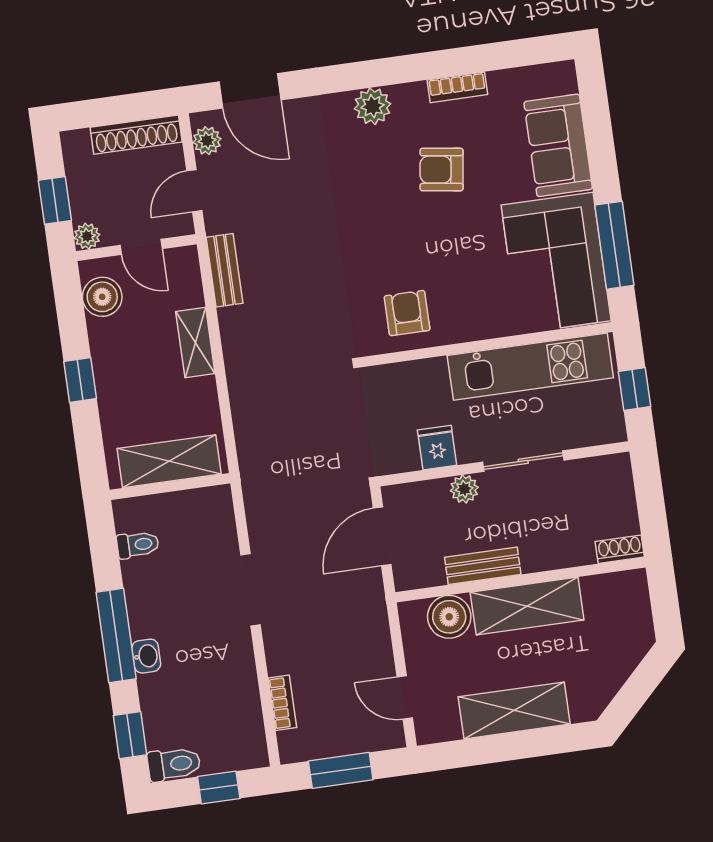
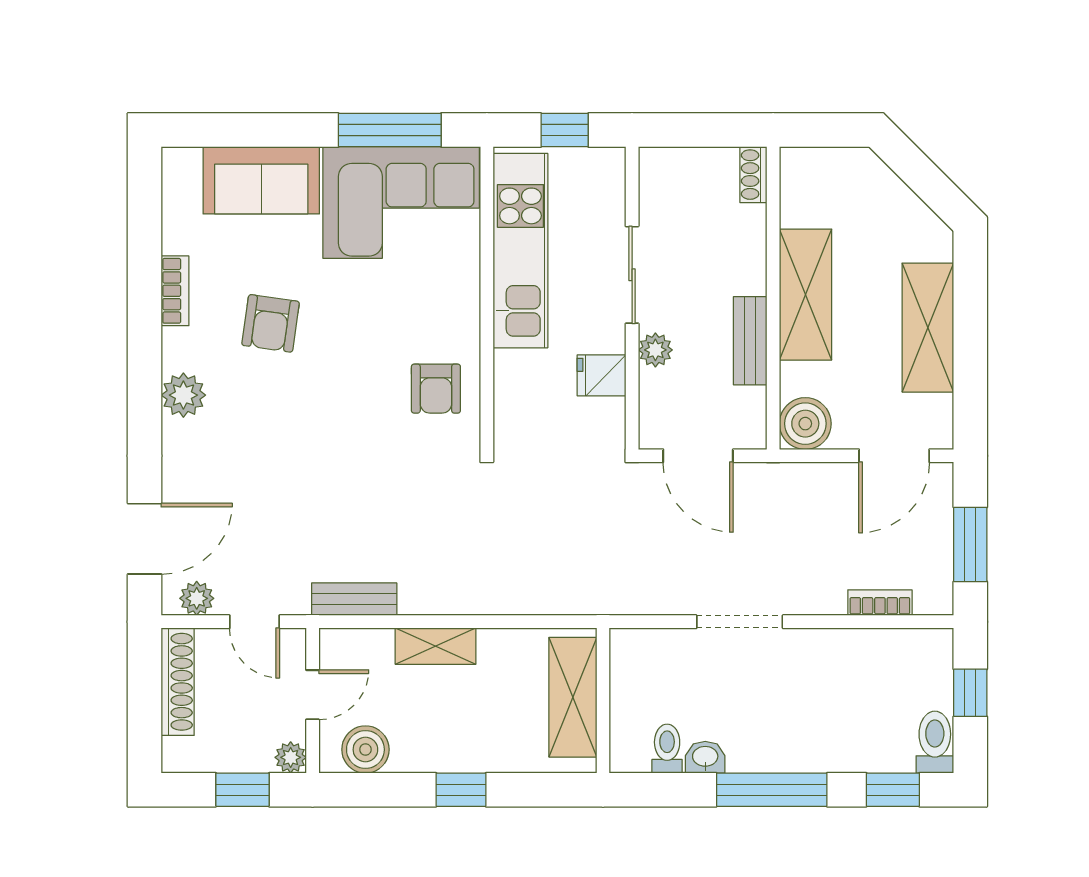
armchair: (407, 313) -> (436, 389), turned -90
boiler: (449, 617) -> (805, 424), moved
washbasin: (146, 656) -> (705, 757), moved
door: (405, 698) -> (894, 456), width x1.37

